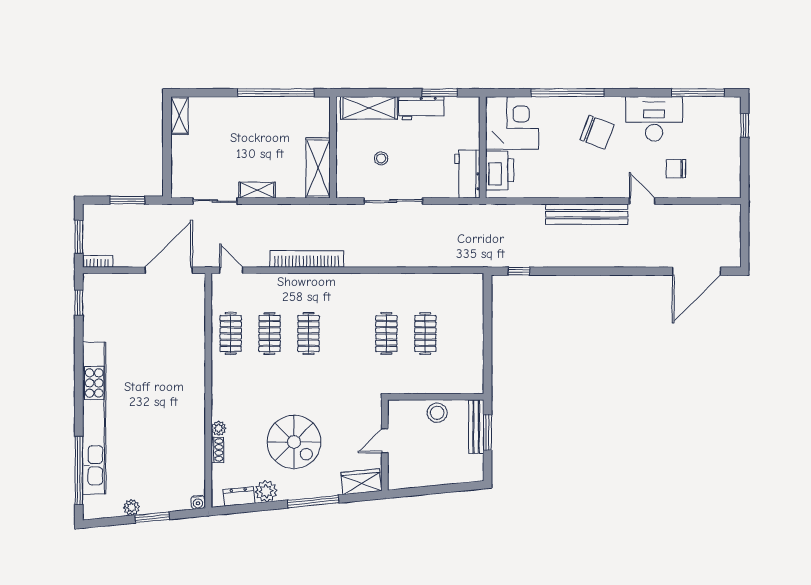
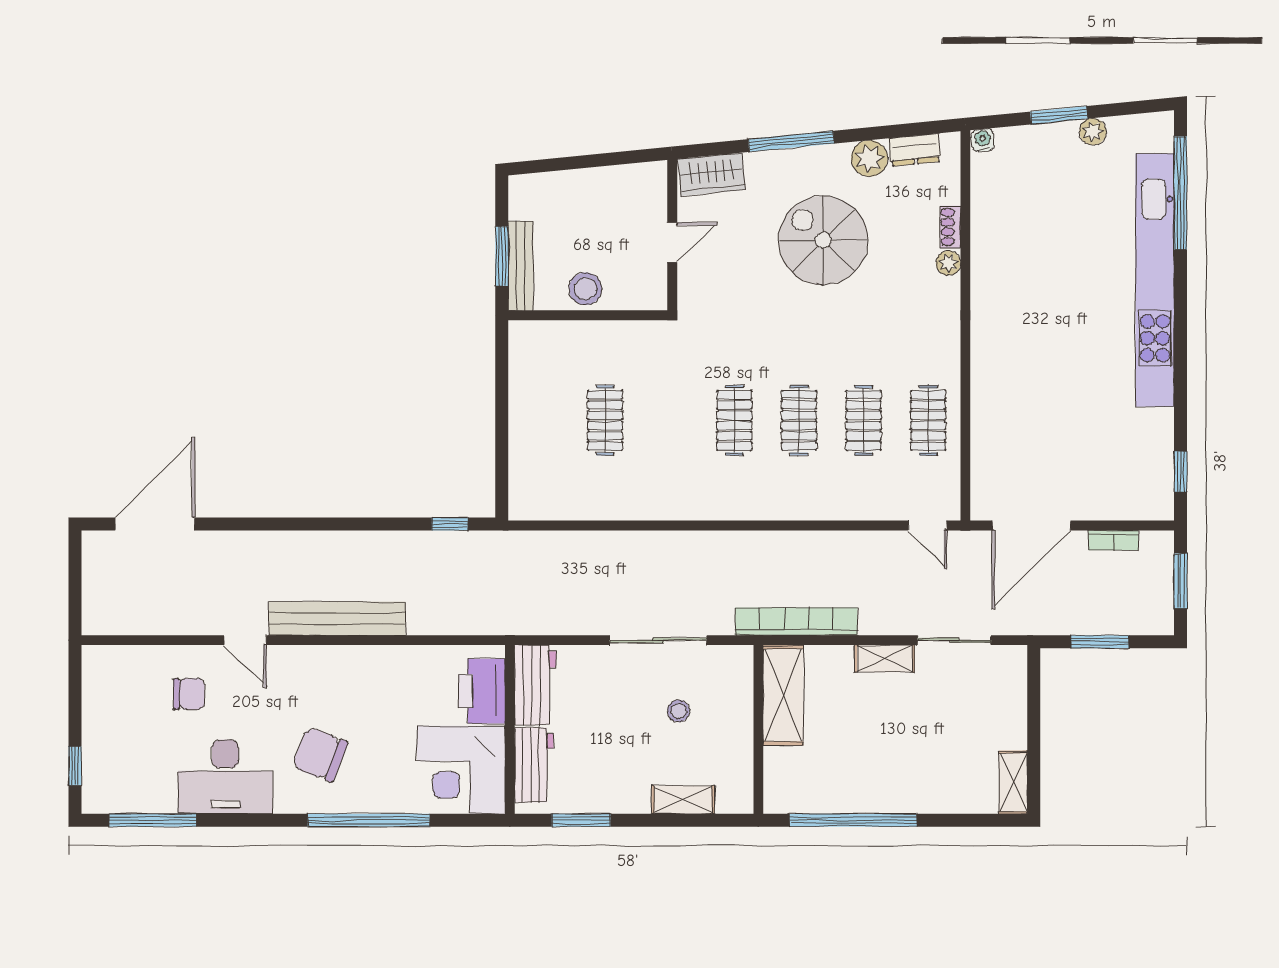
shelving: (369, 108) -> (683, 800), width x0.67, depth x0.75
workbench: (421, 108) -> (534, 765), moved, turned 90
bookcase: (307, 259) -> (796, 622), moved, turned 180
bookcase: (98, 261) -> (1113, 540), moved
clothes rail: (386, 334) -> (734, 420), moved

